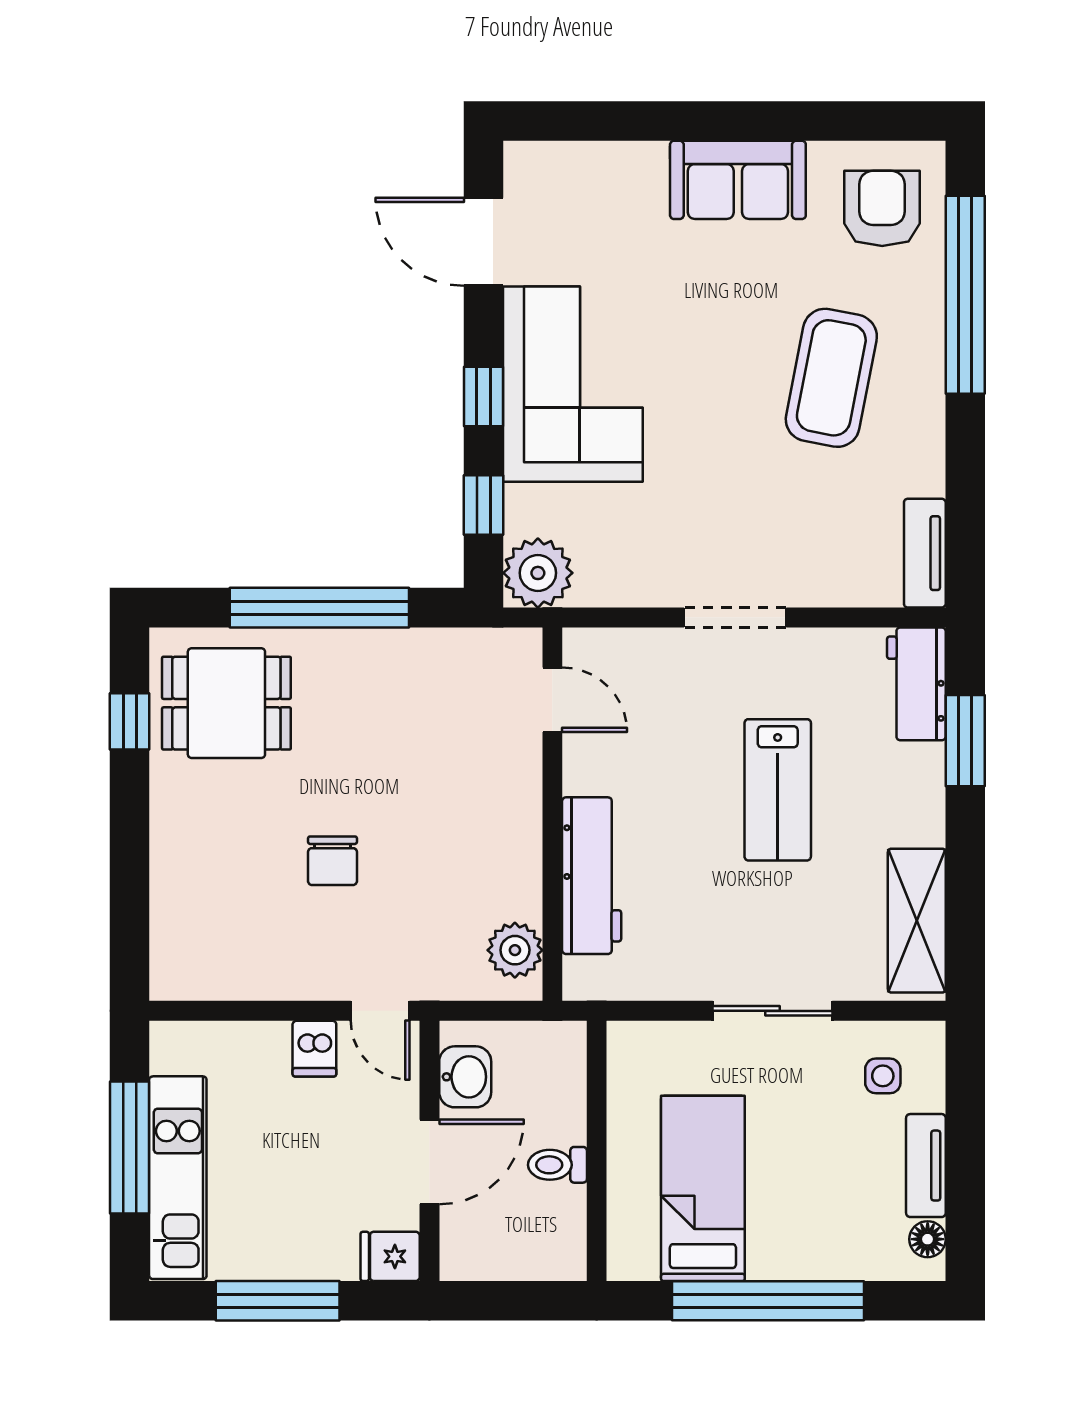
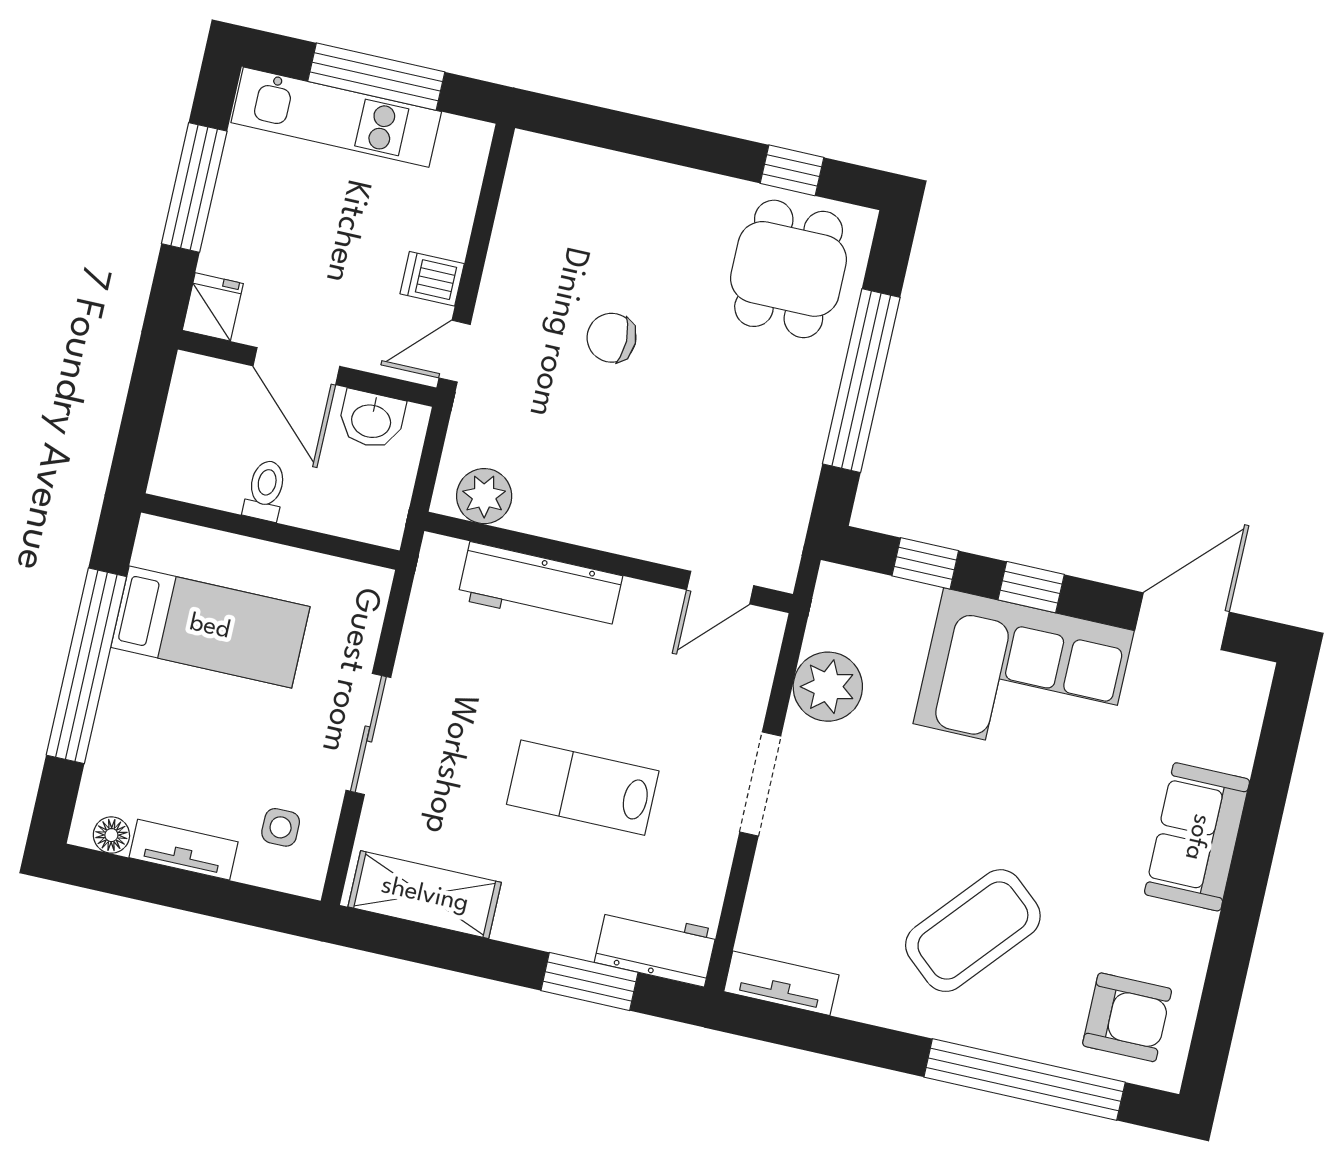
sofa: (738, 180) -> (1197, 837), moved
coffee table: (831, 378) -> (973, 931), turned -60
plant: (538, 573) -> (828, 687), moved

